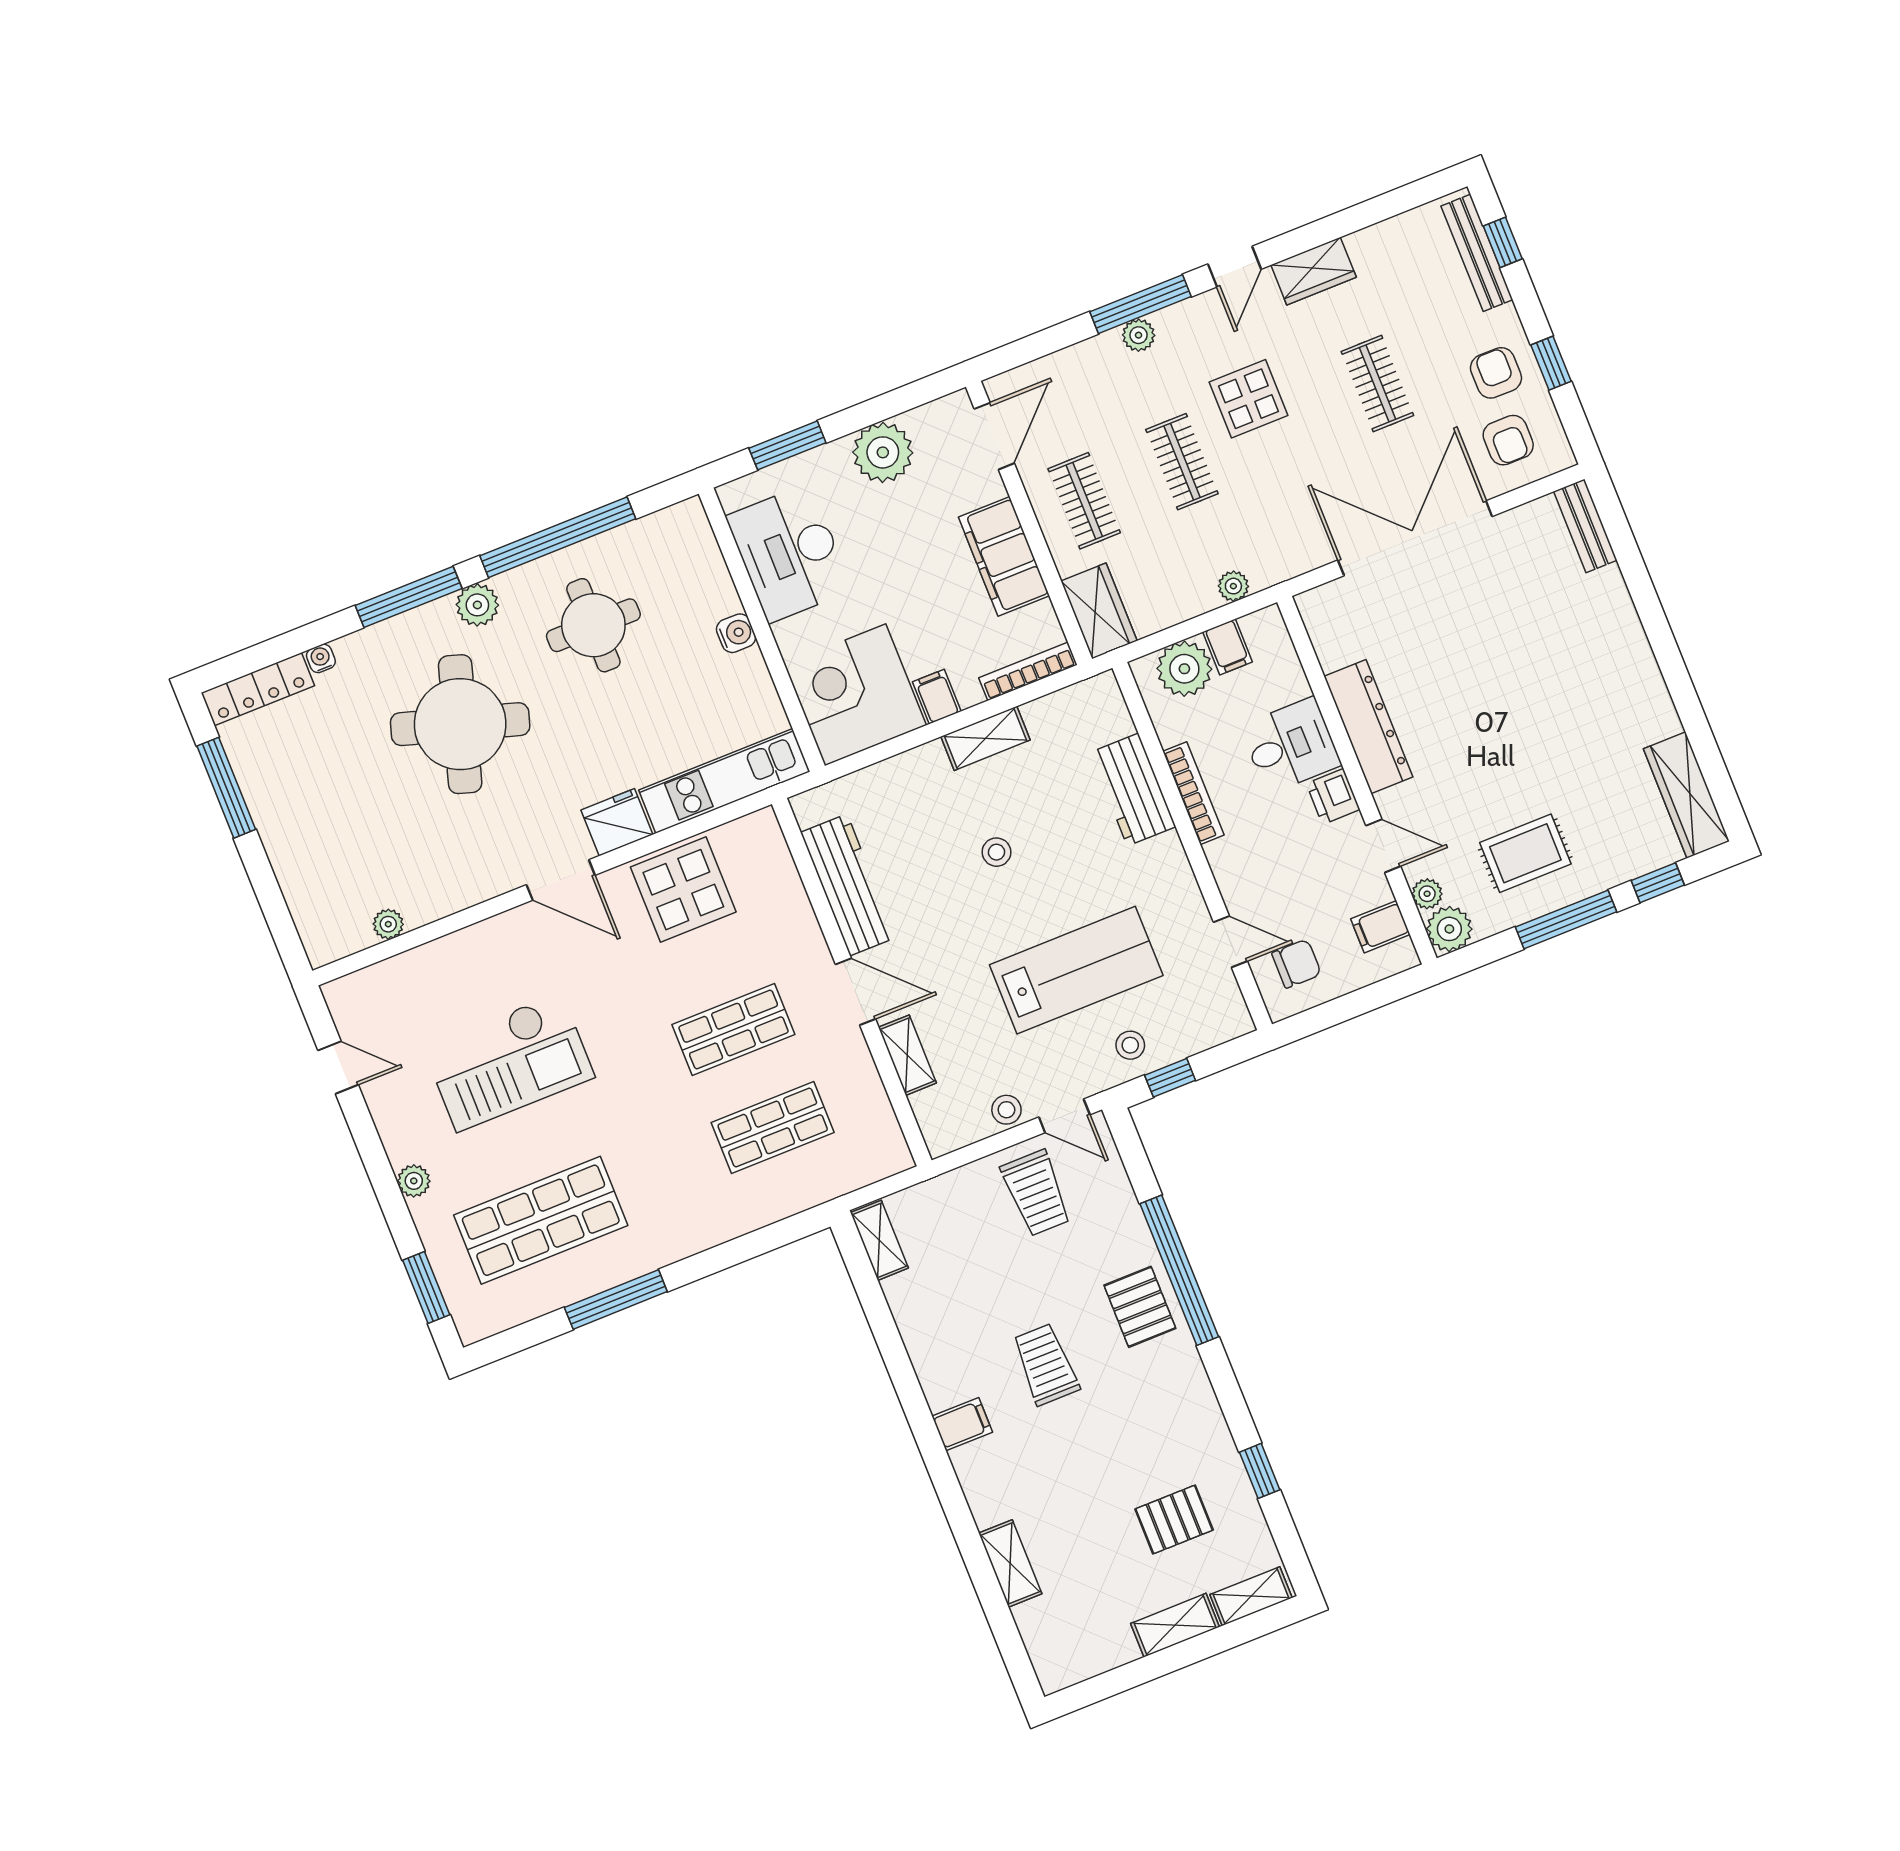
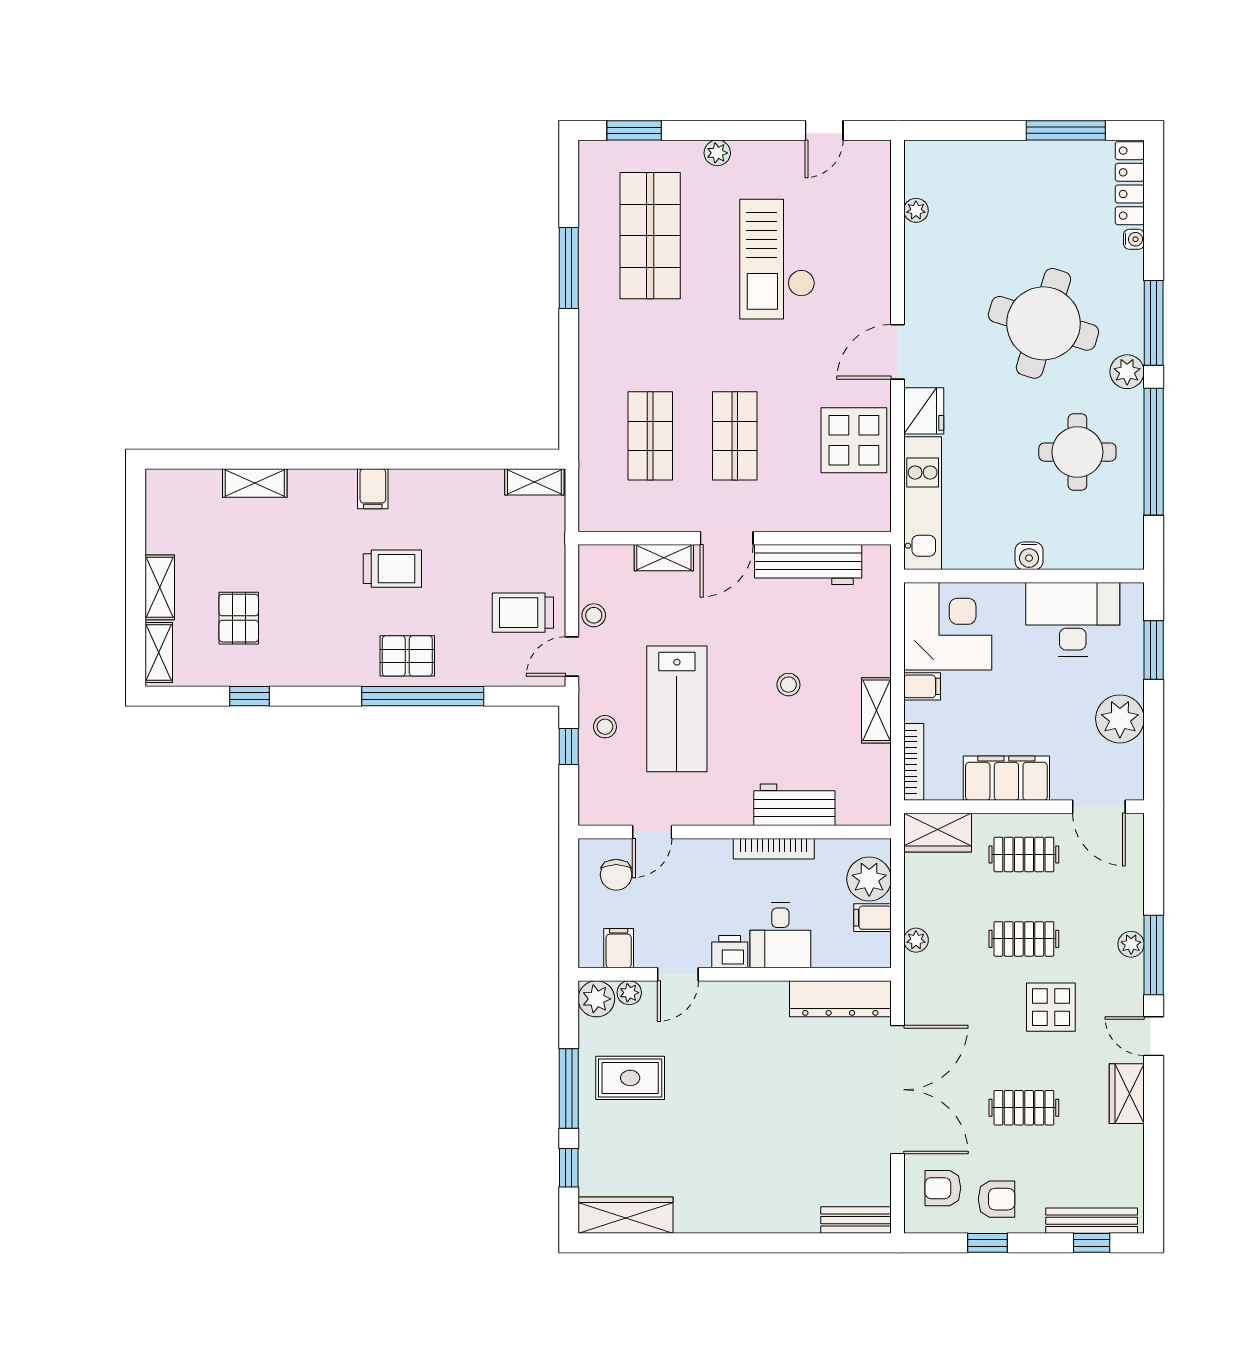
dresser: (1368, 727) -> (840, 999), moved
rug: (1525, 853) -> (630, 1078), turned 90

